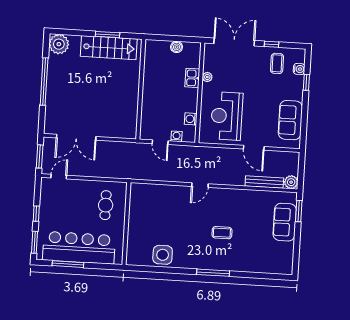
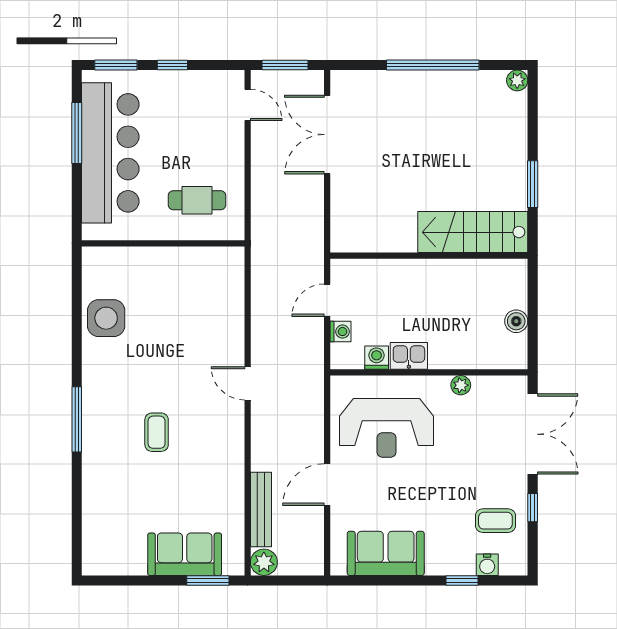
plant: (59, 44) -> (517, 80), width x0.53, depth x0.53
stairs: (109, 48) -> (473, 232), moved, turned 90
kitchen sink: (192, 78) -> (409, 356), moved
reception desk: (227, 116) -> (387, 428), turned 180

